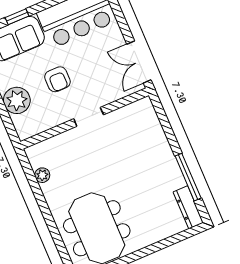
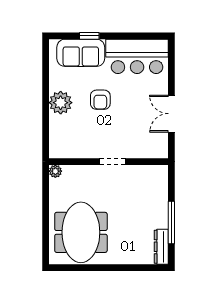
doorway: (89, 117) -> (112, 162), moved
wall: (85, 119) -> (109, 162), moved

